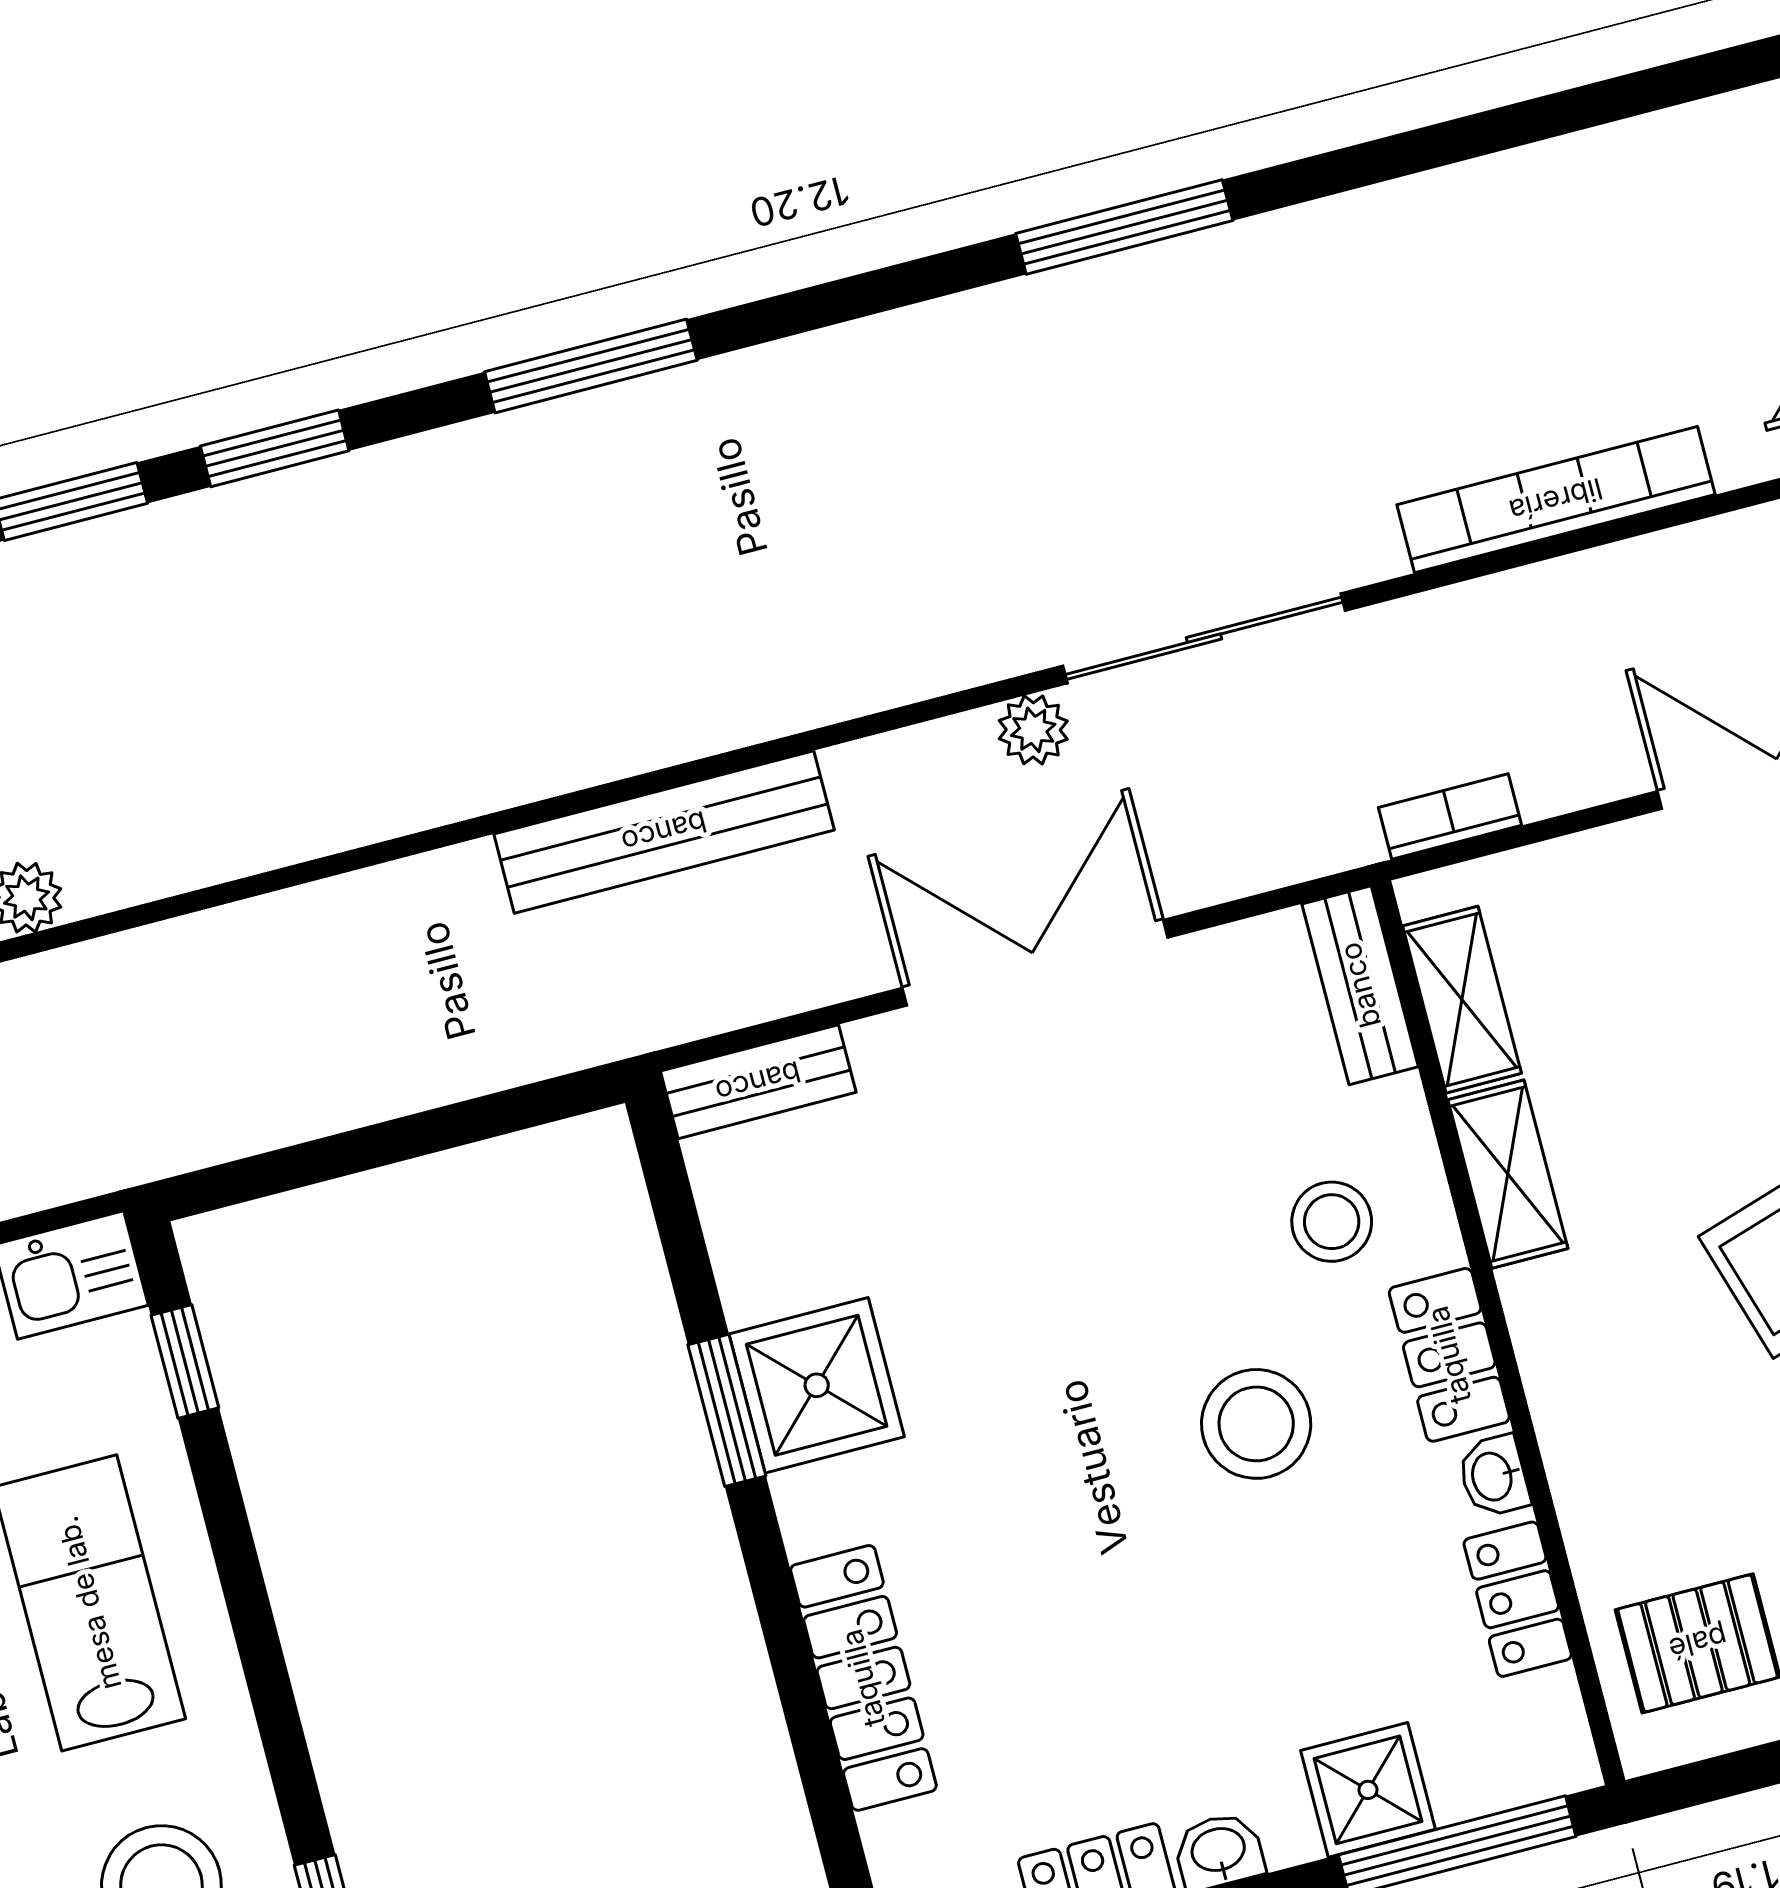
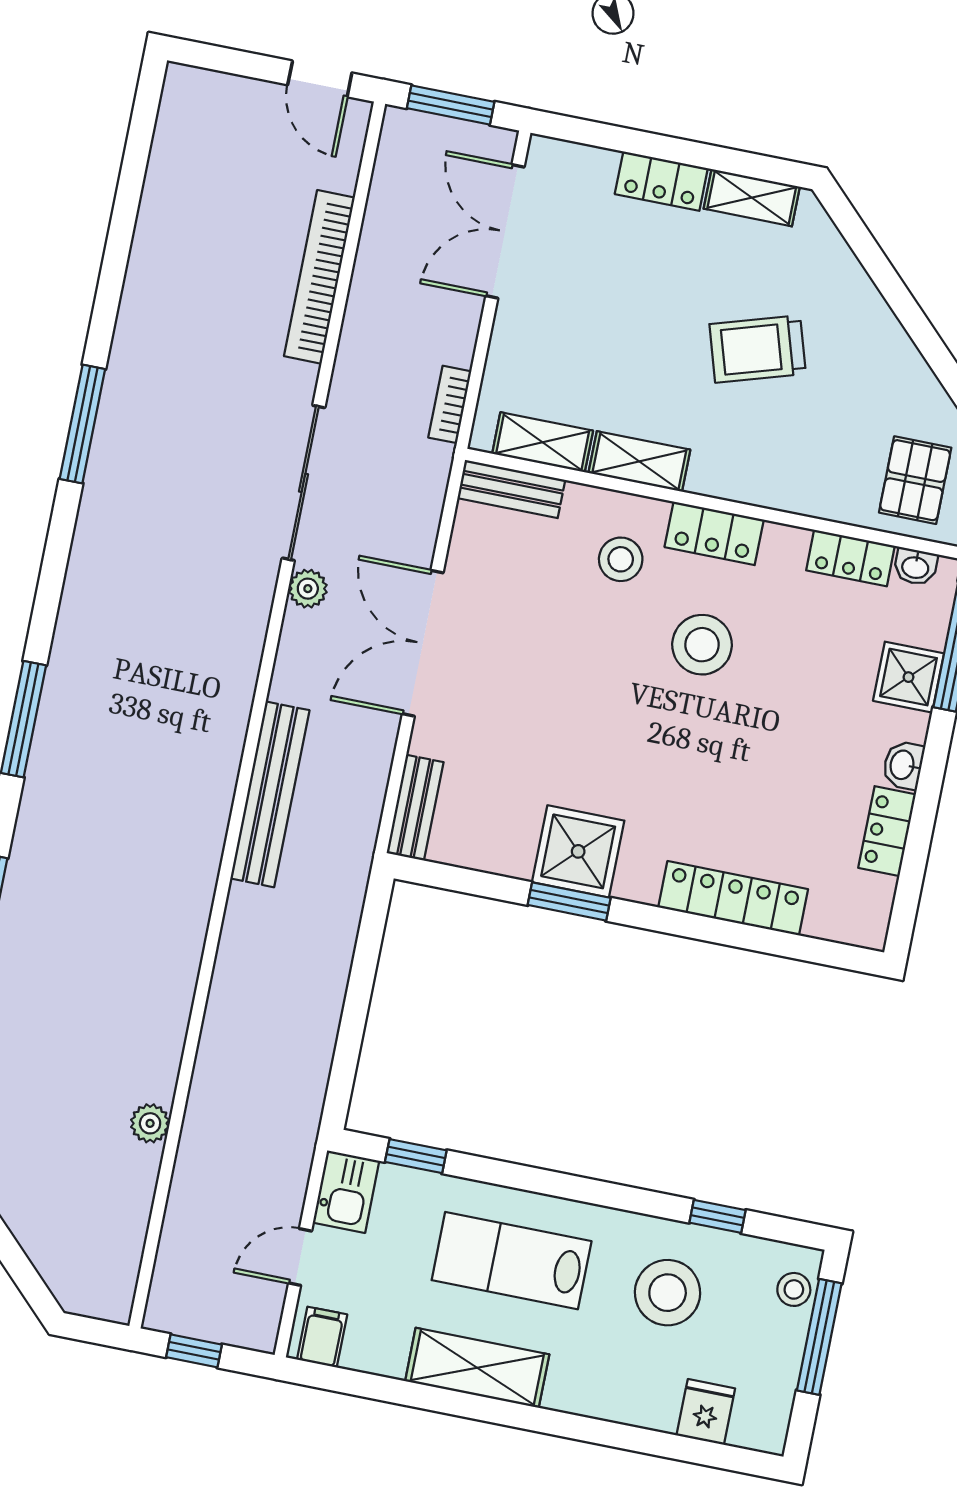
washbasin: (1494, 1476) -> (915, 567), moved

